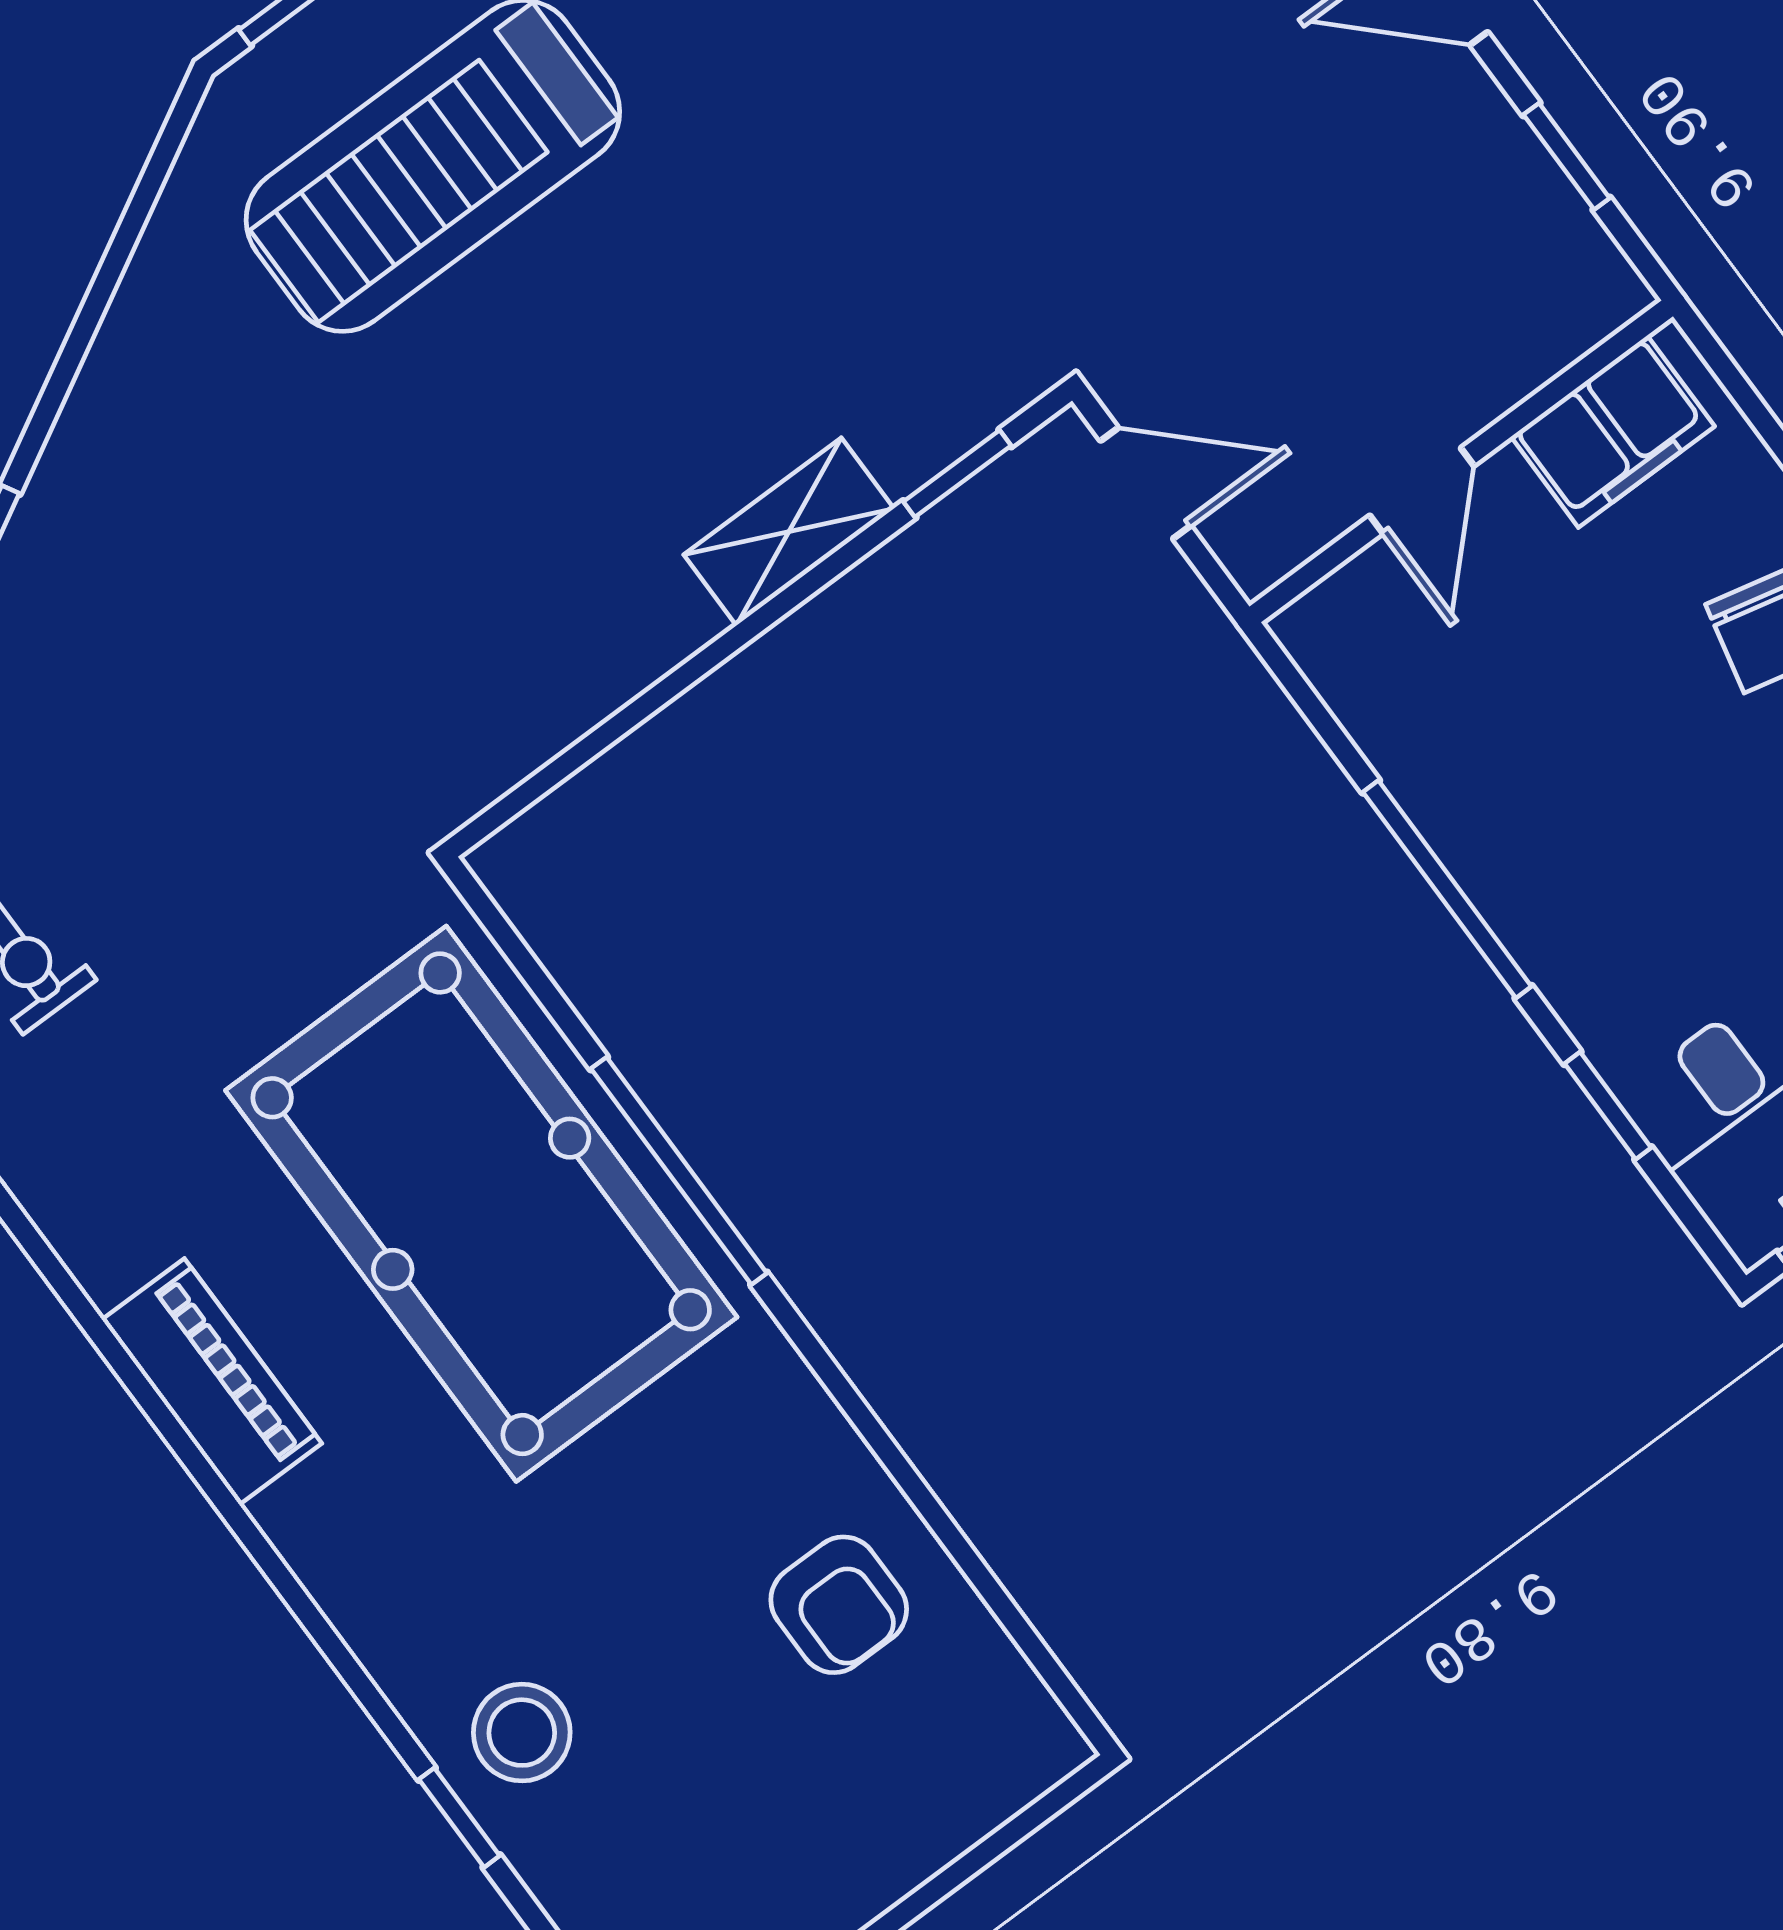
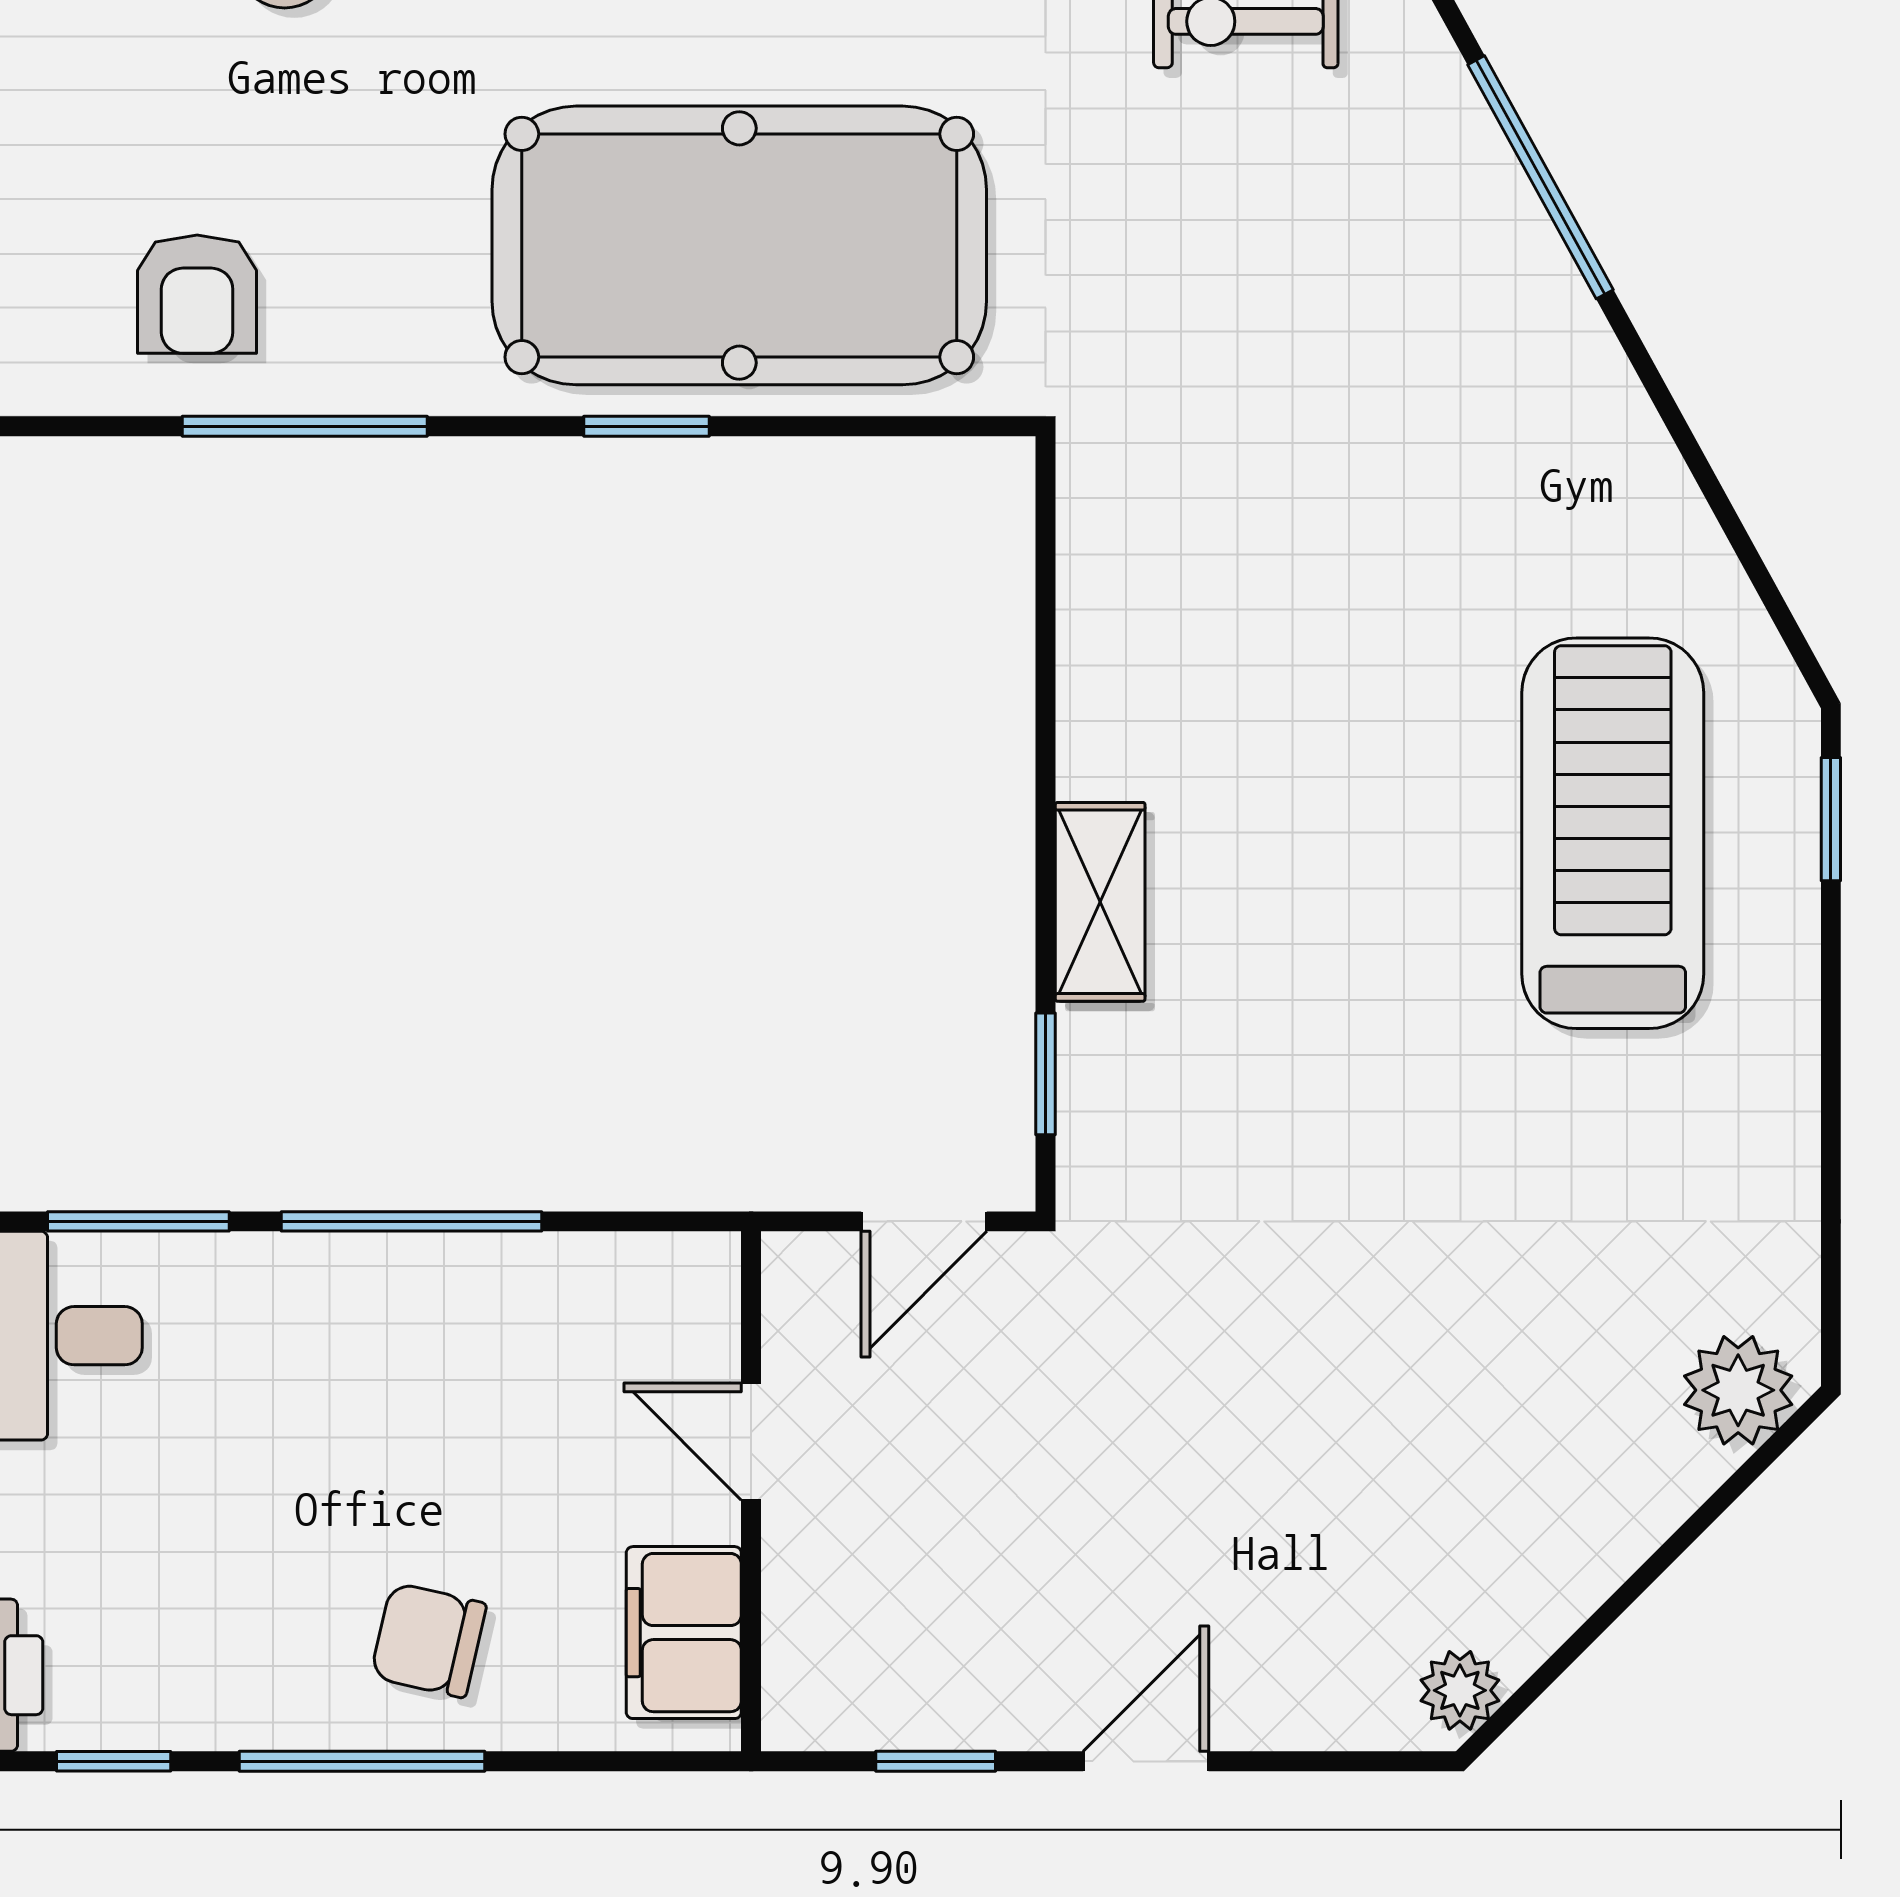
window: (1608, 1106) -> (138, 1221), width x1.50
window: (679, 1171) -> (647, 426), width x0.46
window: (880, 1442) -> (305, 426), added
armchair: (839, 1605) -> (197, 294), turned -90

